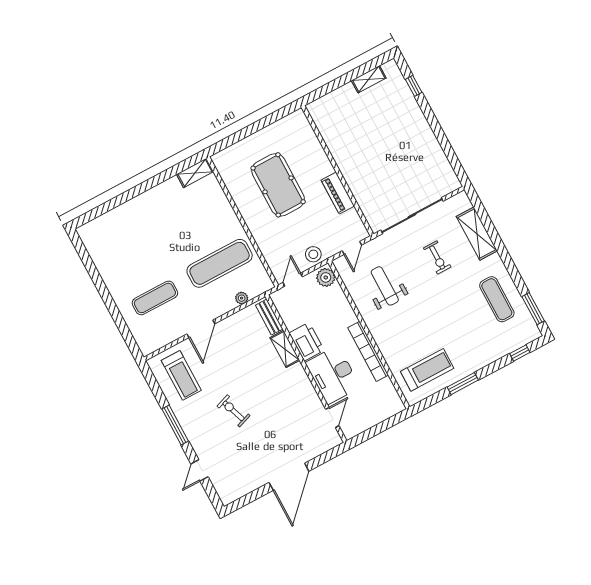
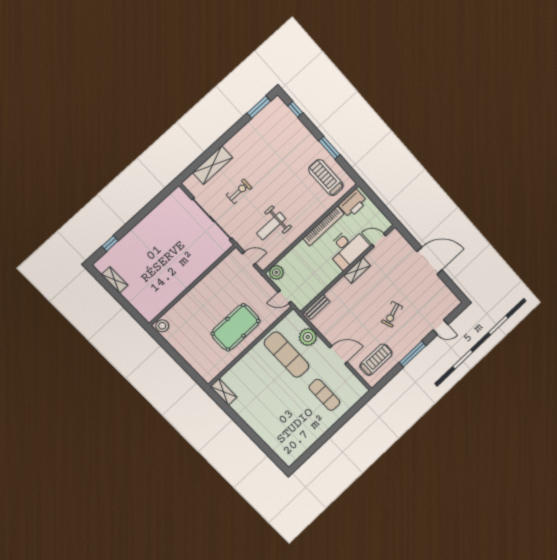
pool table: (278, 185) -> (236, 327), moved
piano: (338, 193) -> (210, 280), removed
stool: (313, 254) -> (162, 326), moved
plant: (242, 298) -> (308, 337), width x1.88, depth x1.88
exercise mat: (497, 299) -> (259, 137), removed
printer: (307, 342) -> (353, 203), moved, turned 180
shelving: (285, 349) -> (357, 270), moved

